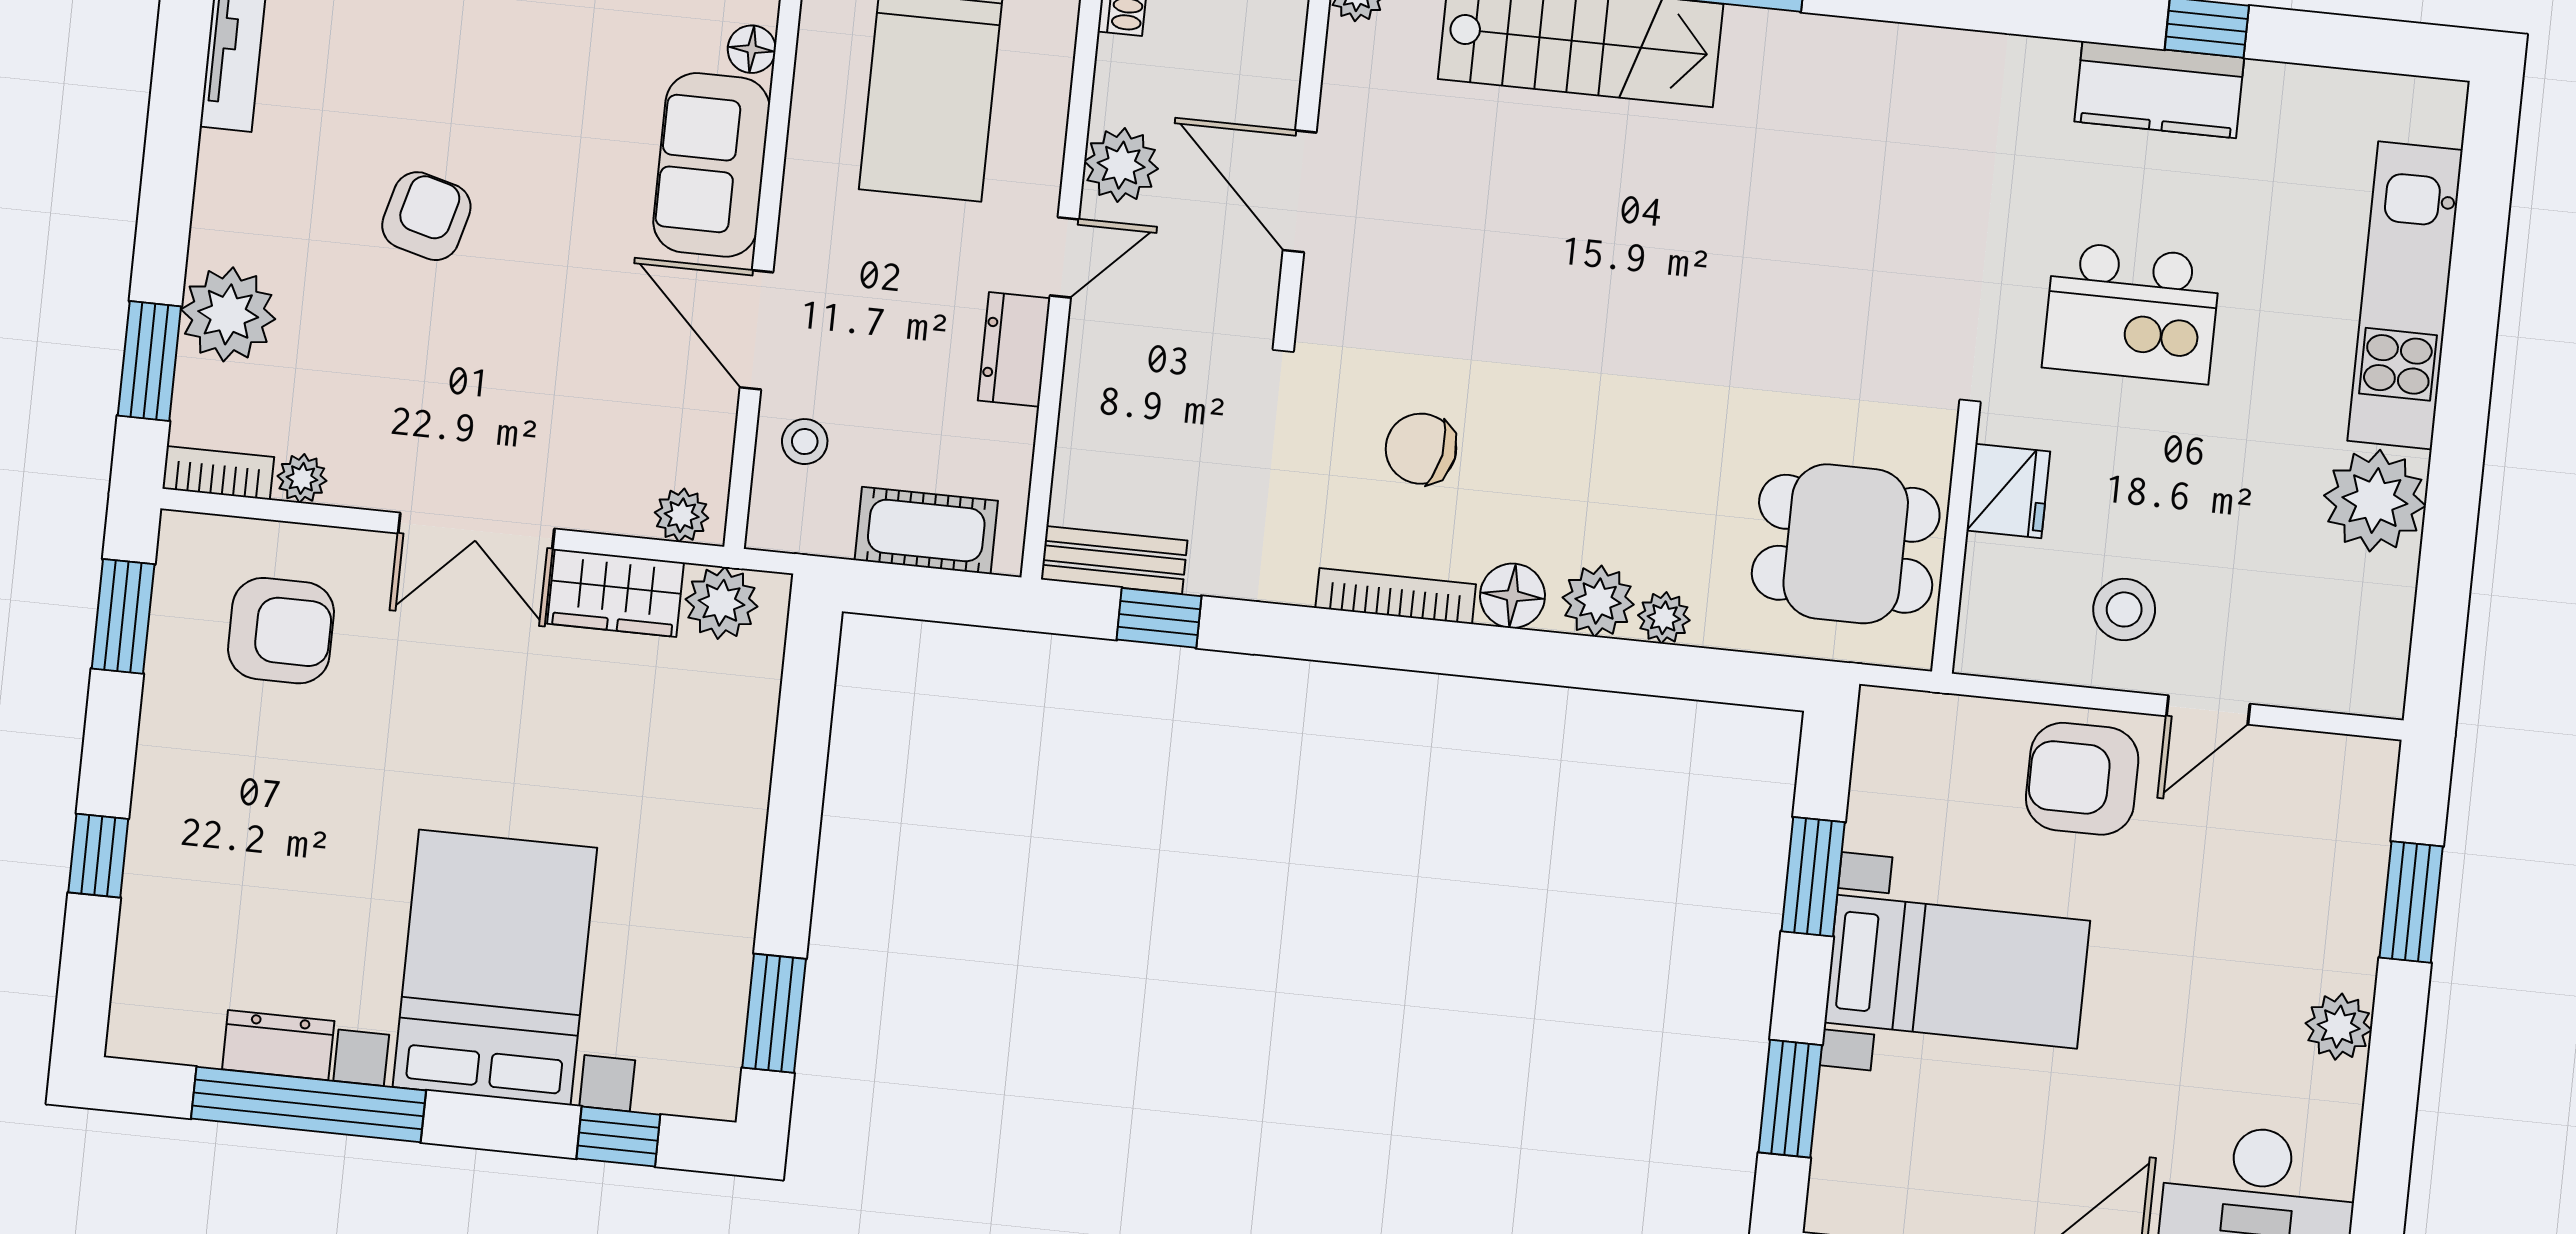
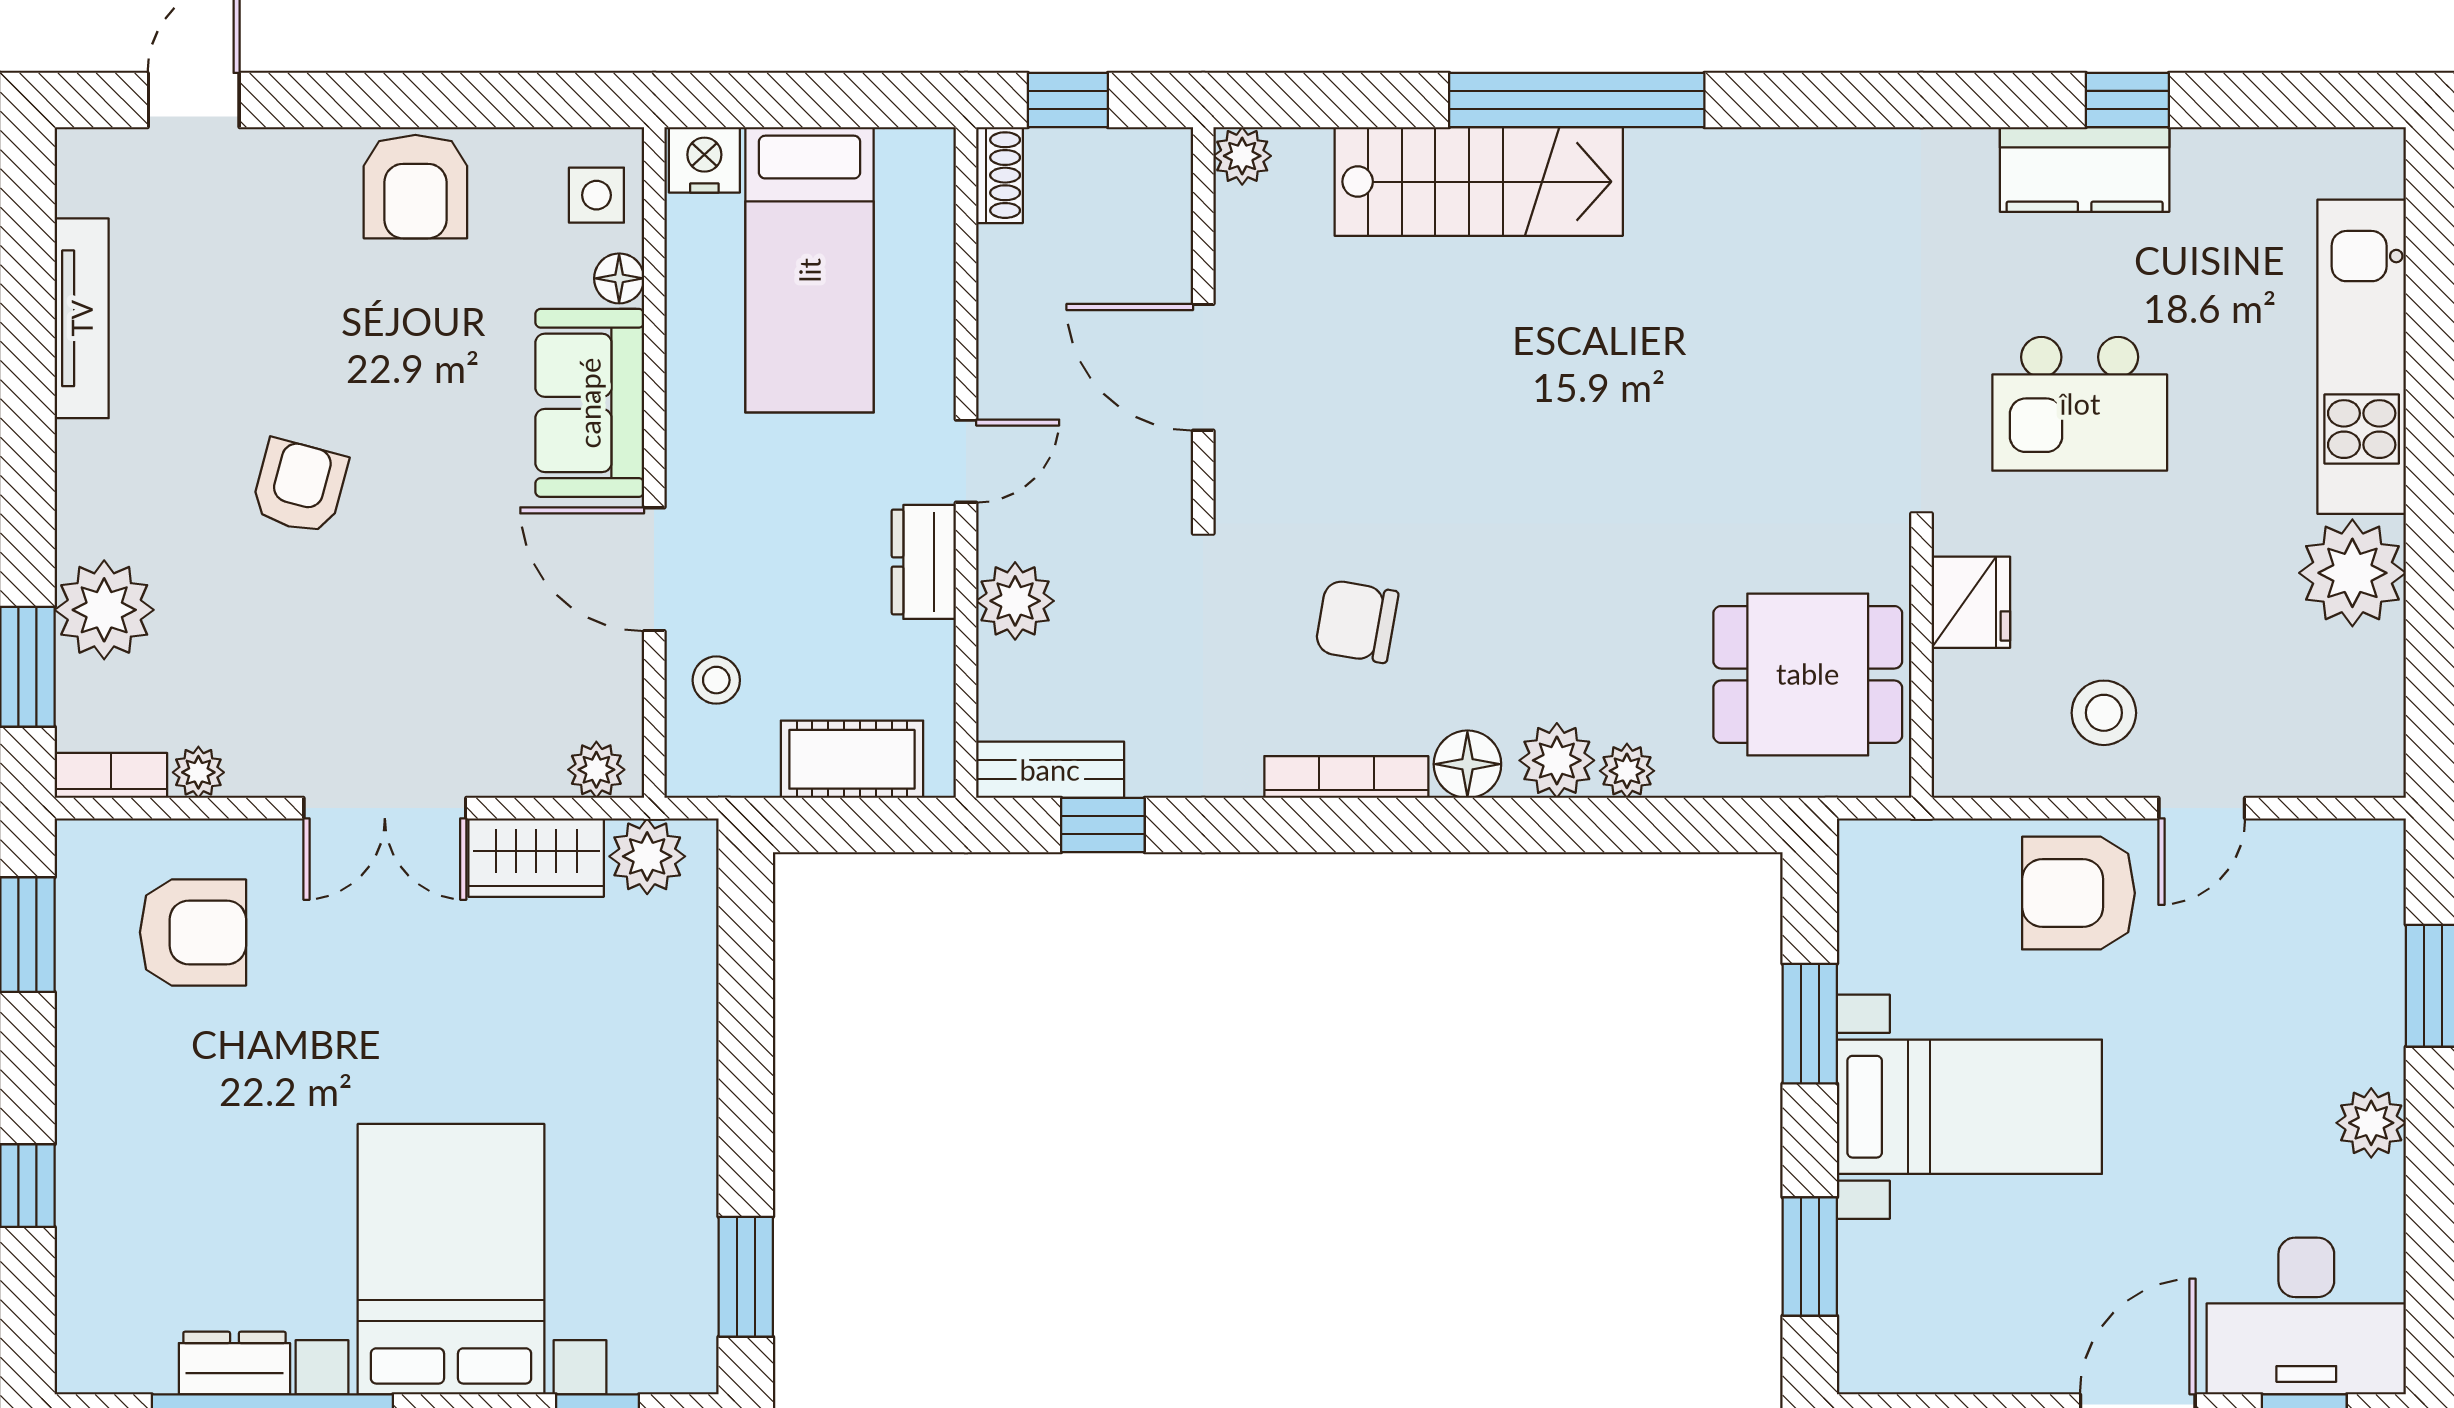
plant: (1121, 165) -> (1015, 601), moved

